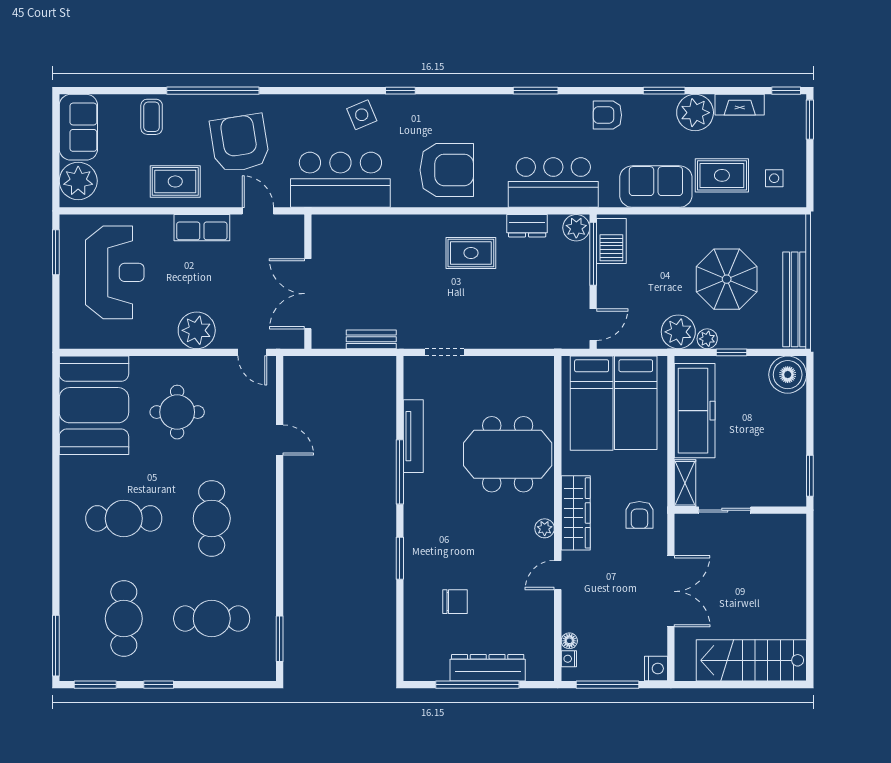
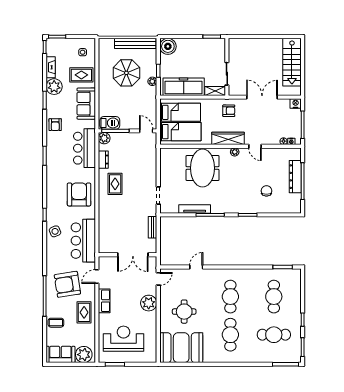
rug: (722, 175) -> (81, 75), turned 90
plant: (678, 332) -> (149, 94), removed
cafe table: (212, 518) -> (230, 297), turned 90

